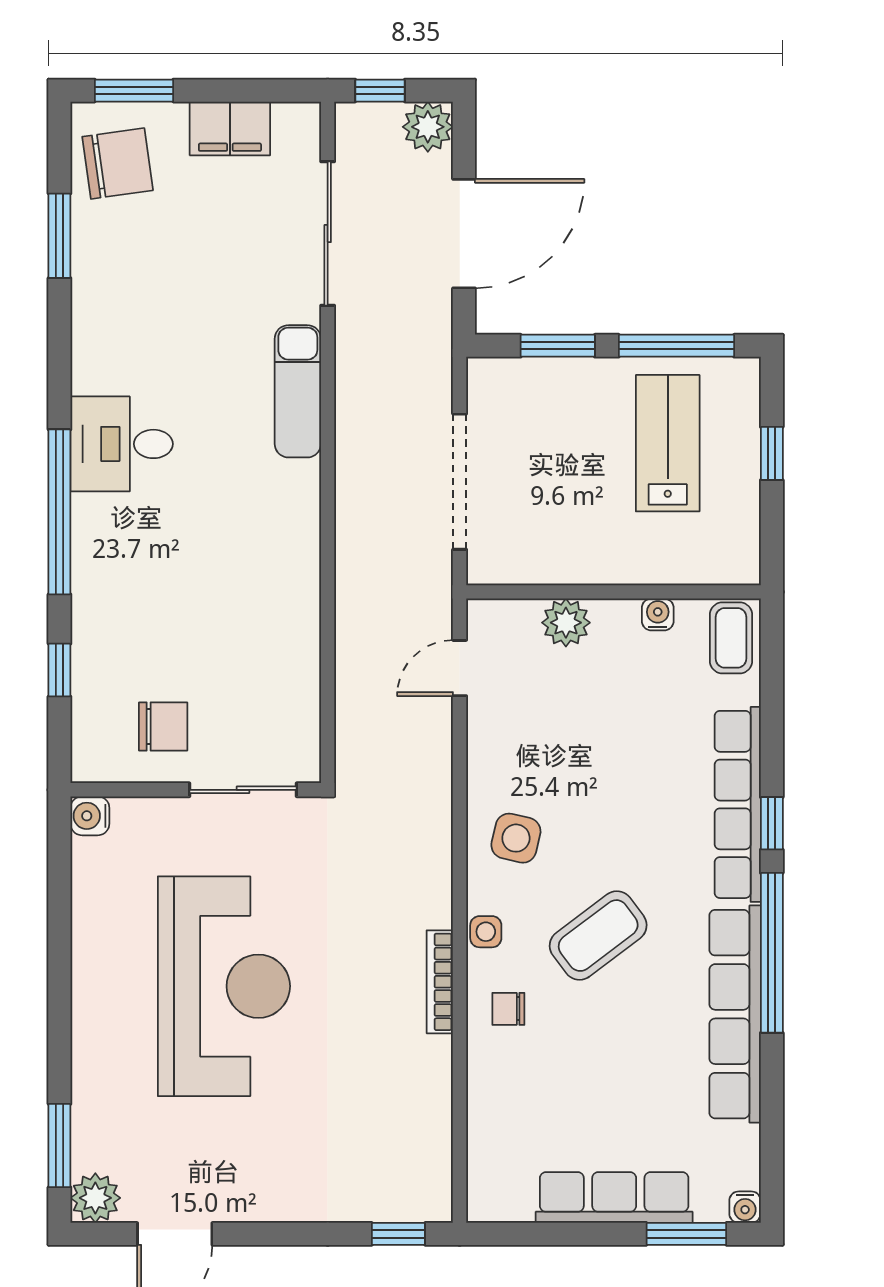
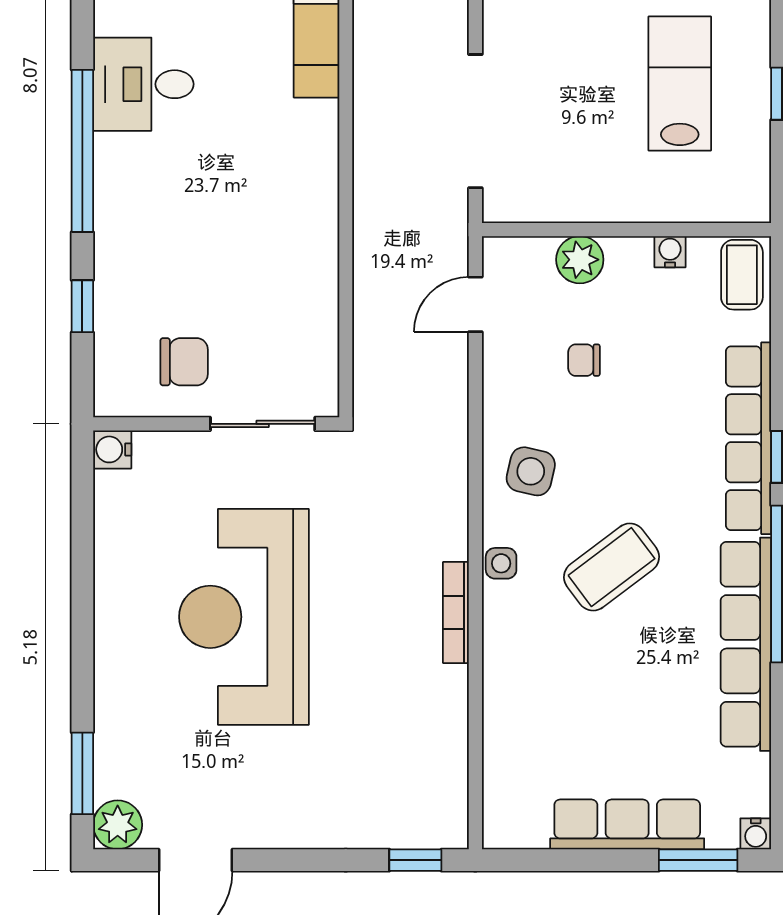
reception desk: (224, 986) -> (244, 617), turned 180
chair: (508, 1009) -> (584, 360), moved

